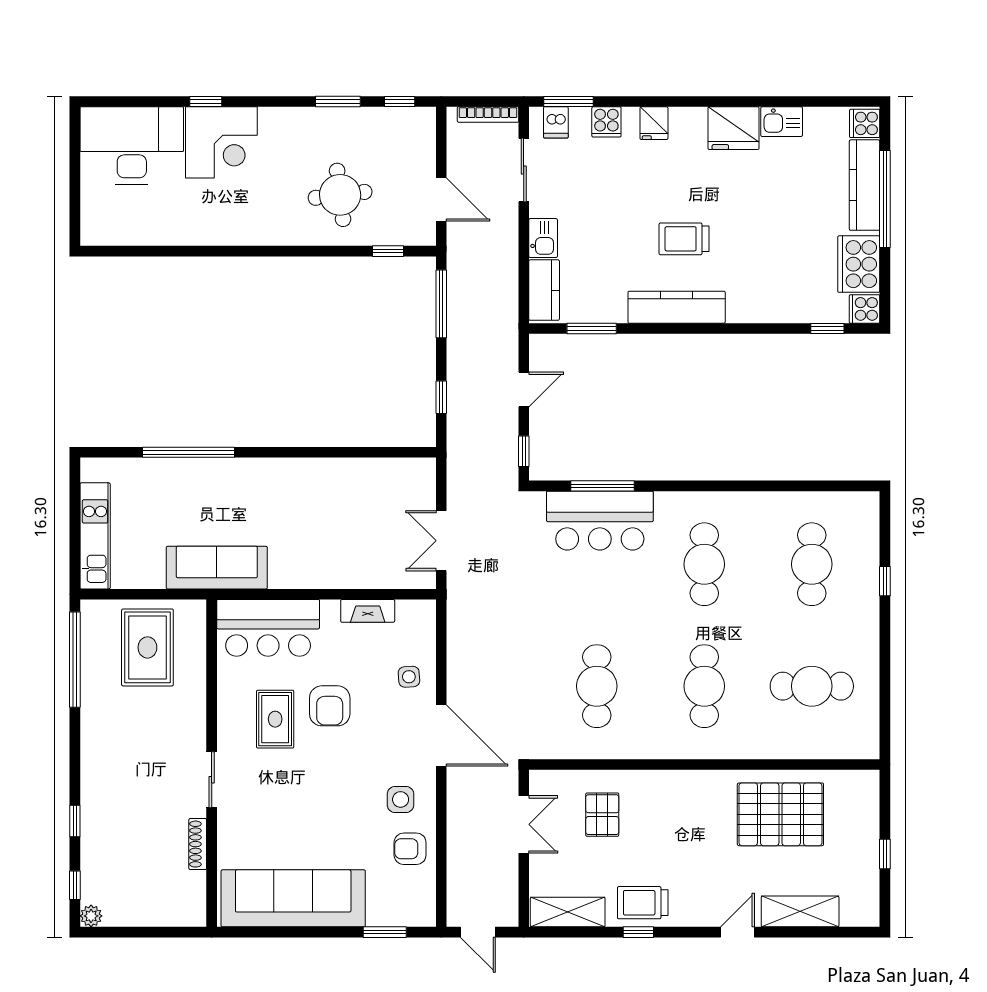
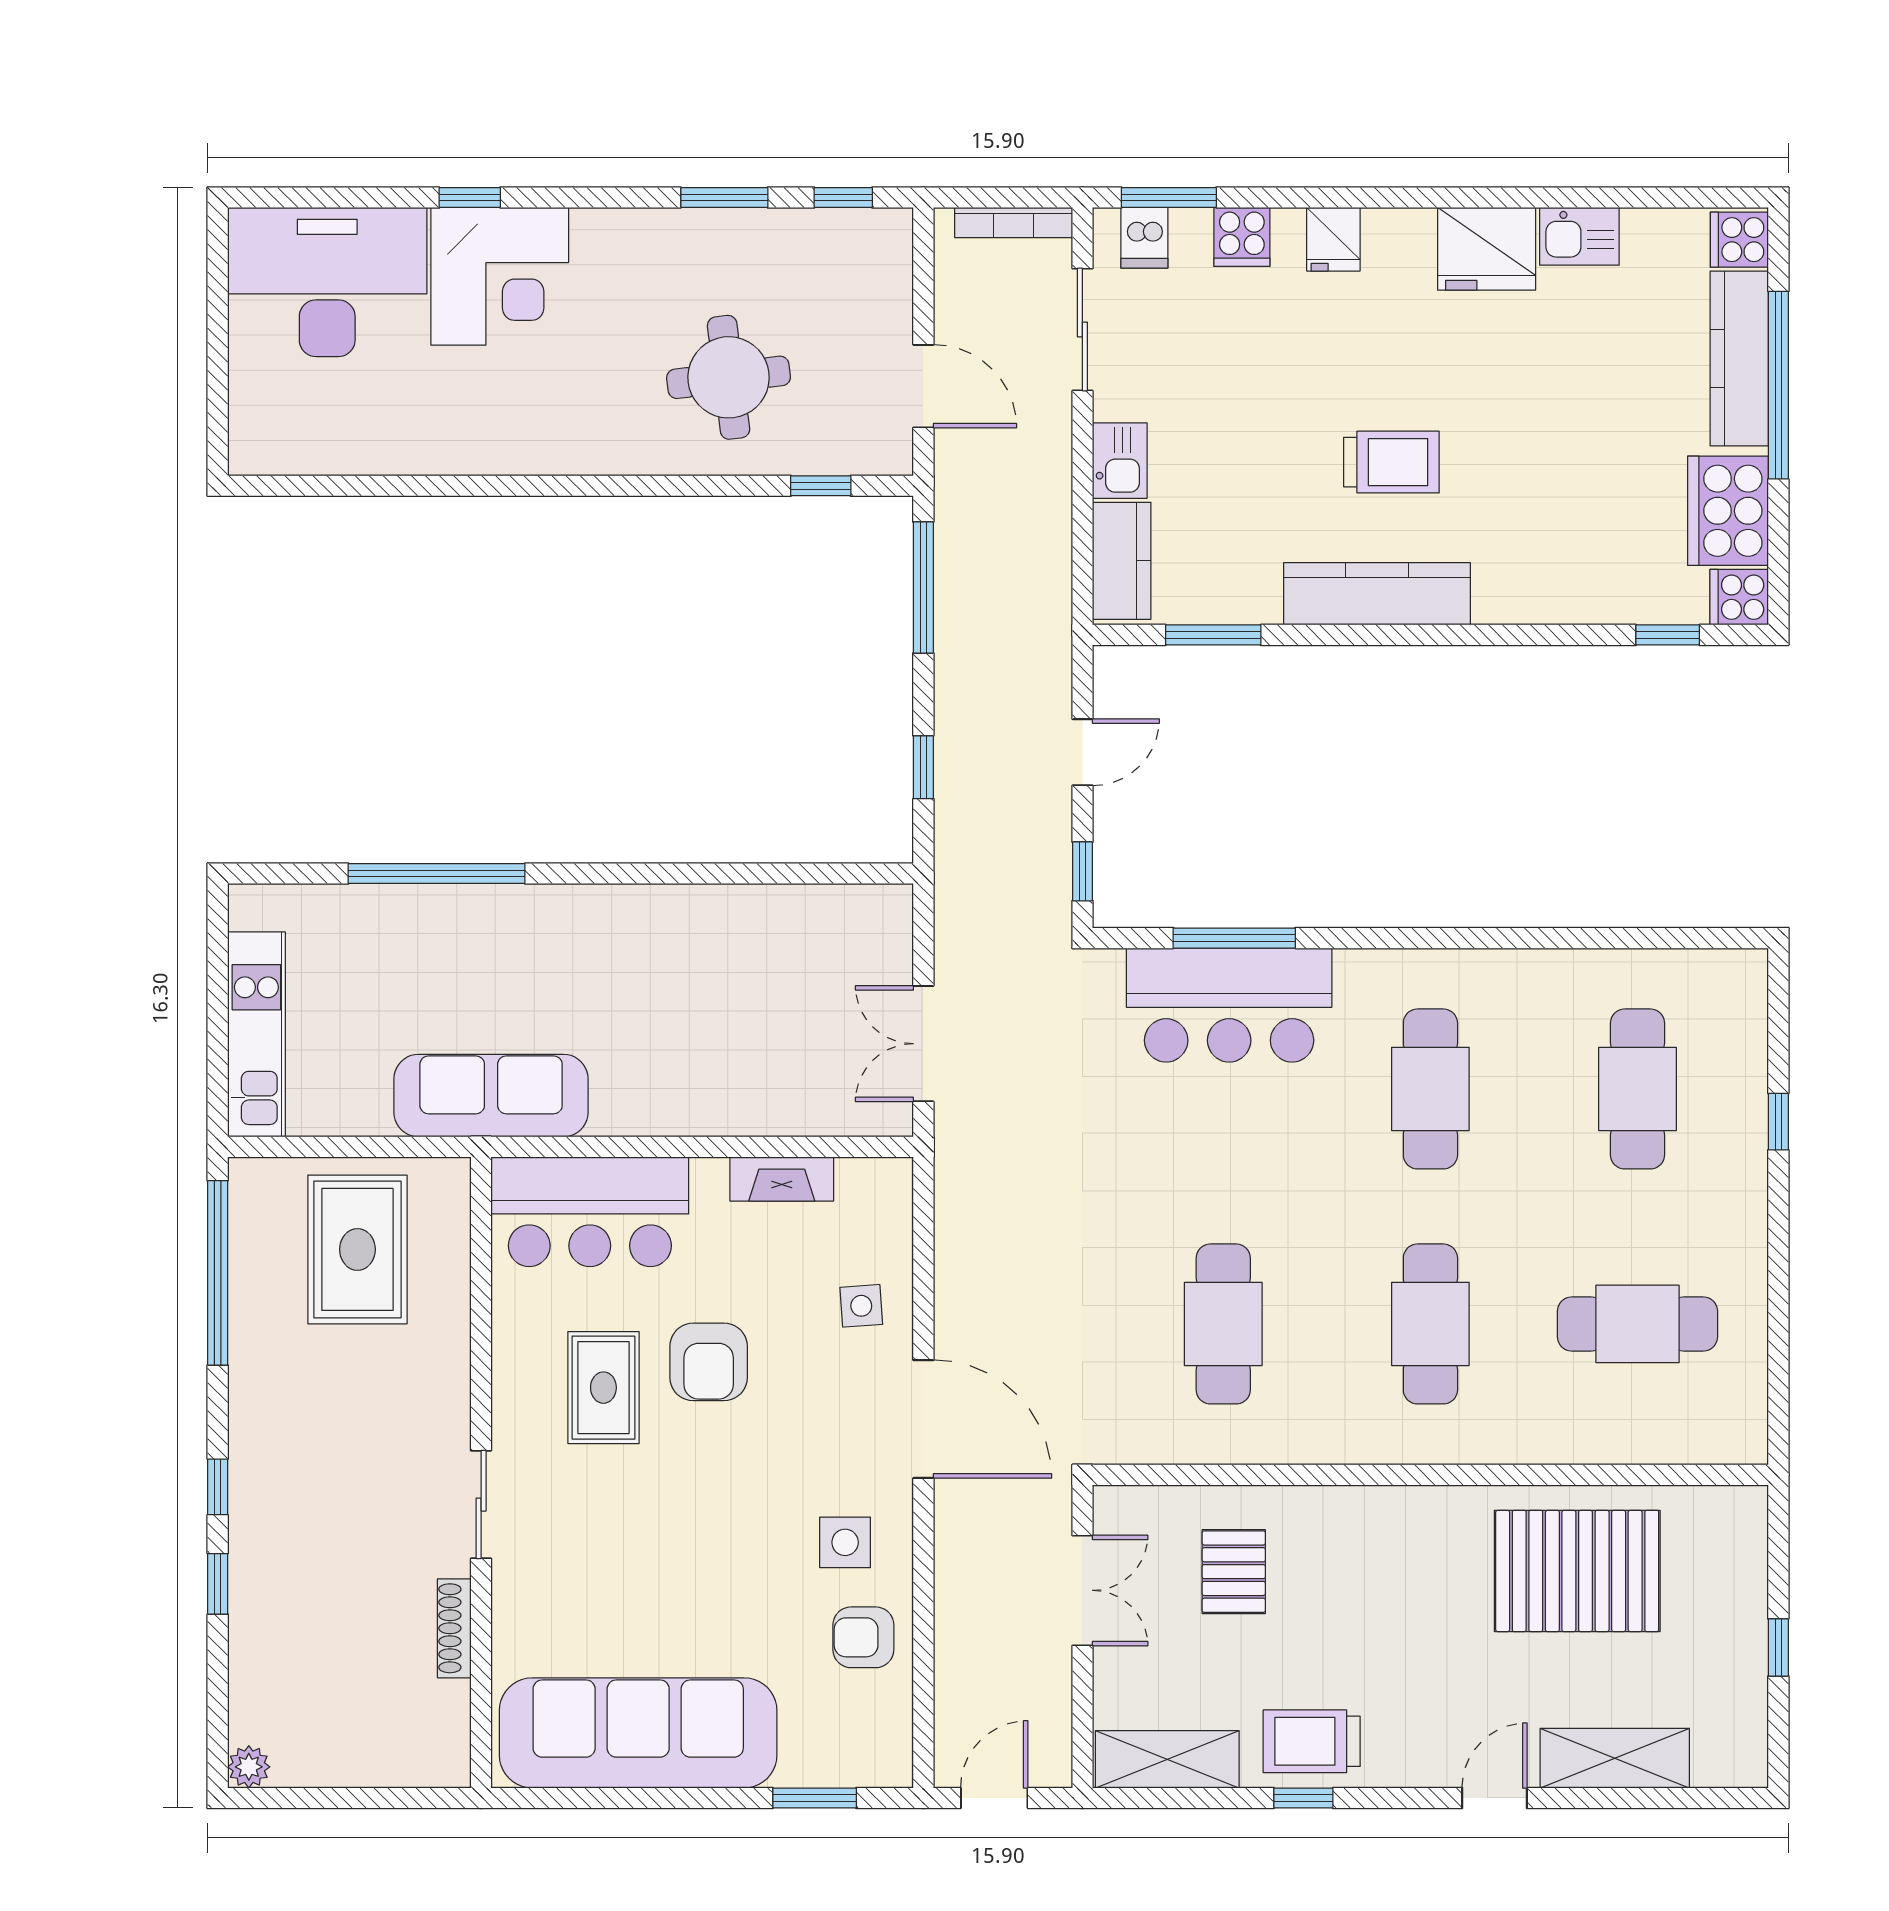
trolley: (684, 239) -> (1391, 462), turned 180
window: (75, 885) -> (218, 1487), moved
door: (478, 932) -> (994, 1798), swing flipped

